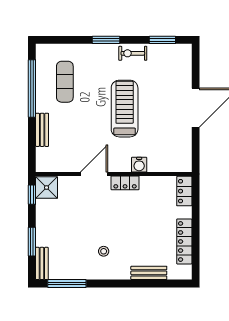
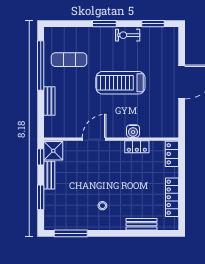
exercise mat: (65, 82) -> (69, 60), turned 90
treadmill: (125, 109) -> (120, 83), turned -90
locker: (125, 183) -> (137, 147), moved
bench: (42, 263) -> (49, 175), moved

